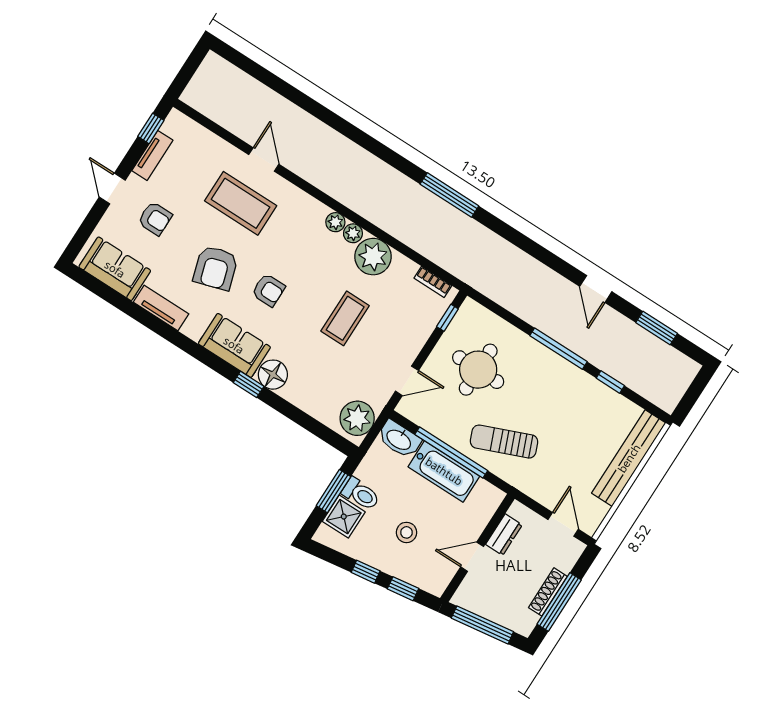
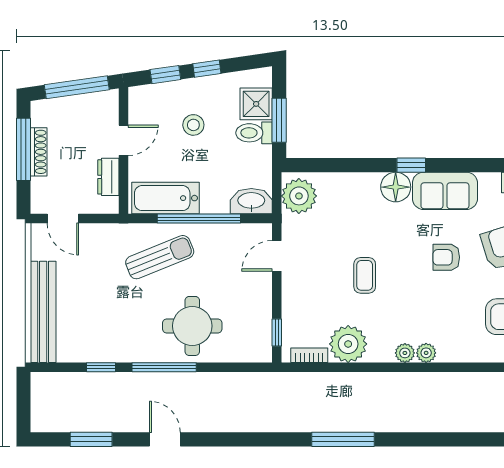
plant: (373, 257) -> (348, 344), moved
coffee table: (345, 318) -> (365, 275), width x0.73, depth x0.77
round table: (478, 370) -> (192, 326), moved
bathtub: (444, 471) -> (166, 198), moved

